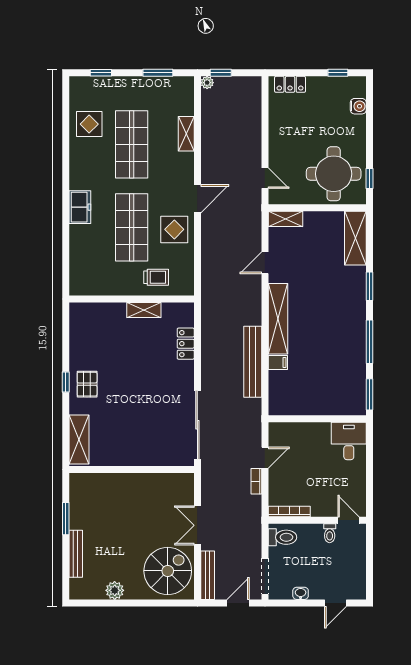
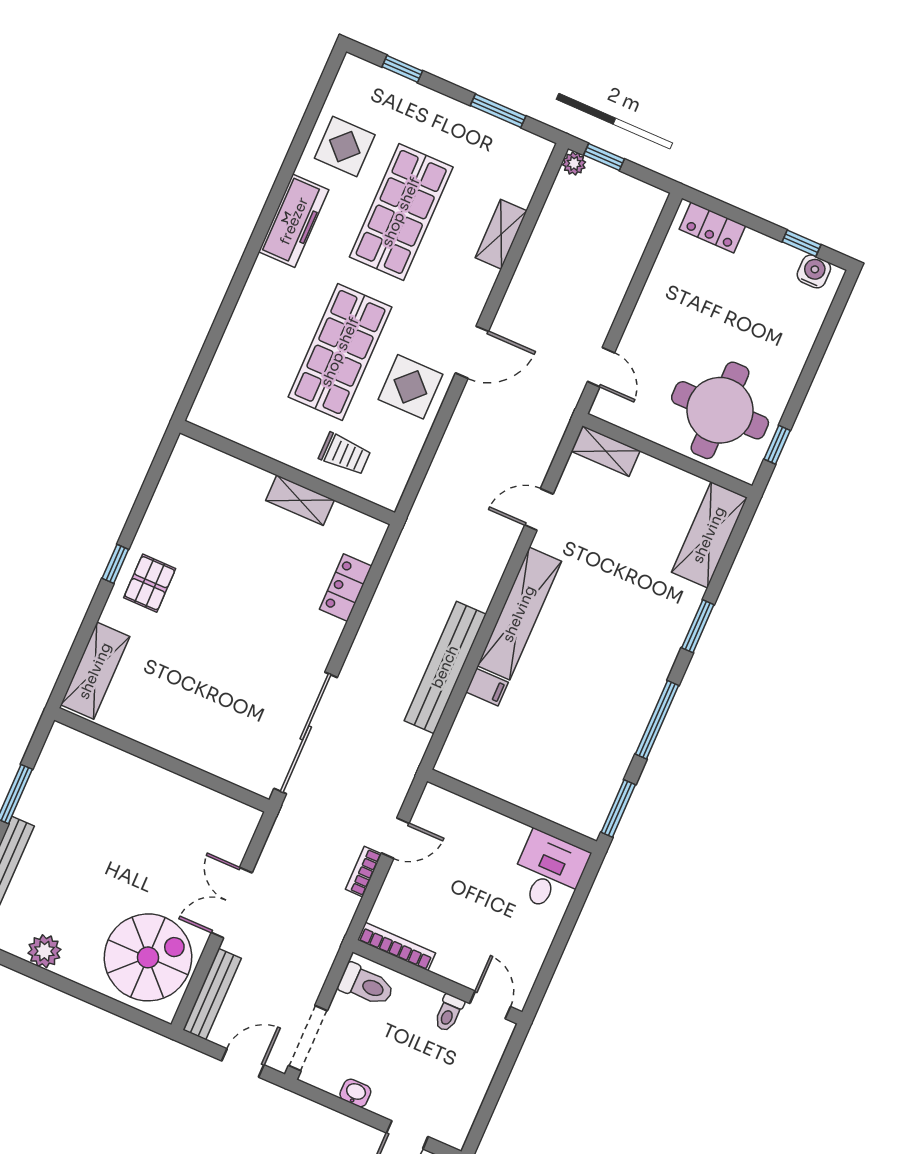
water cooler: (358, 106) -> (814, 271), moved, turned -90
freezer: (80, 207) -> (294, 221), moved, width x1.40

